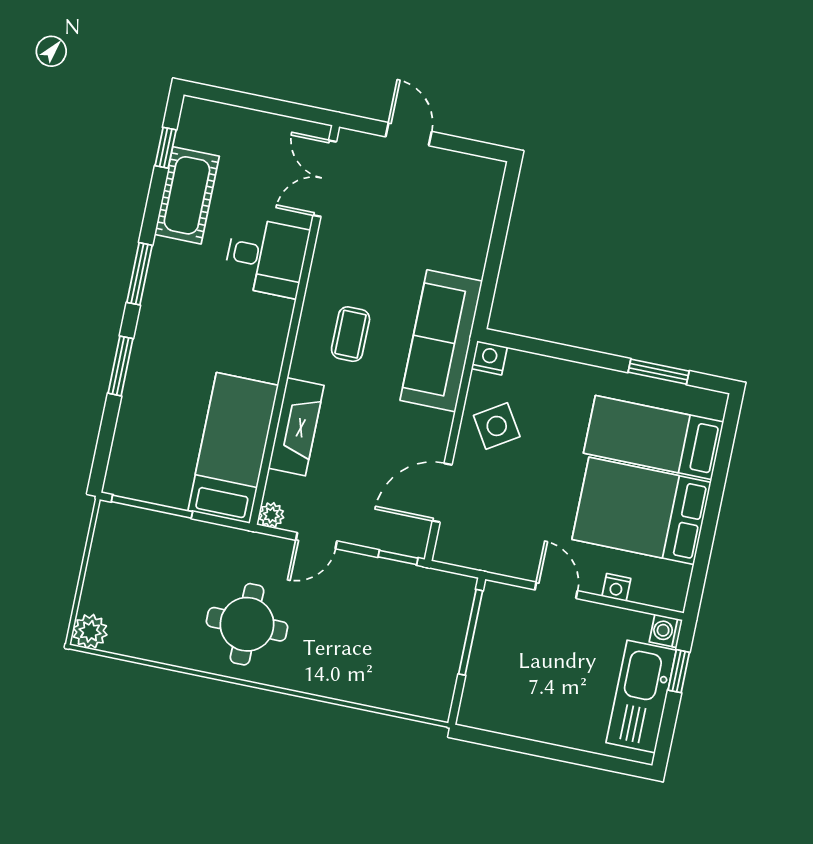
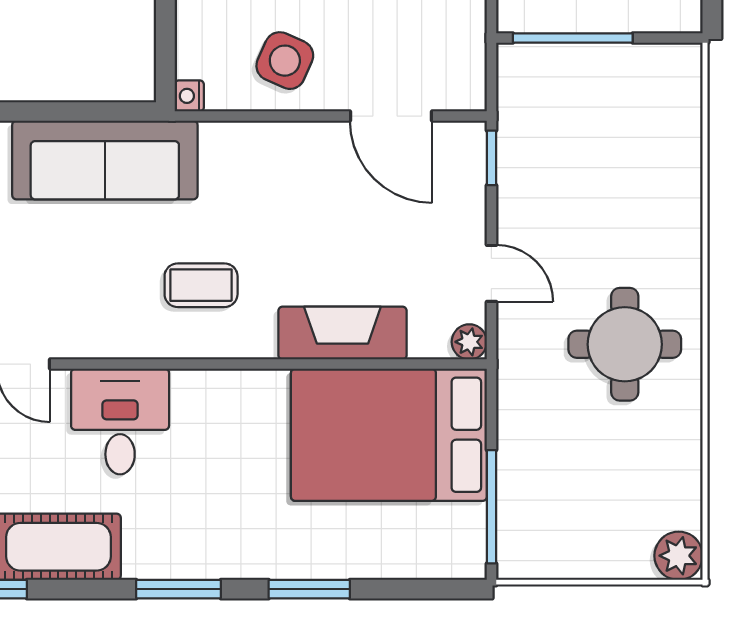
sofa: (441, 341) -> (105, 160), moved
nightstand: (489, 358) -> (189, 96), width x0.72, depth x0.74
side table: (497, 426) -> (285, 61), turned -34
bed: (233, 448) -> (389, 435), width x1.50

